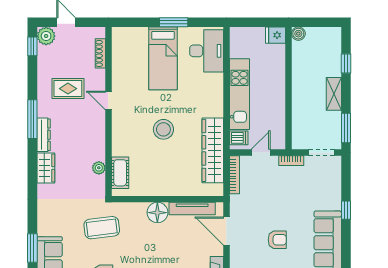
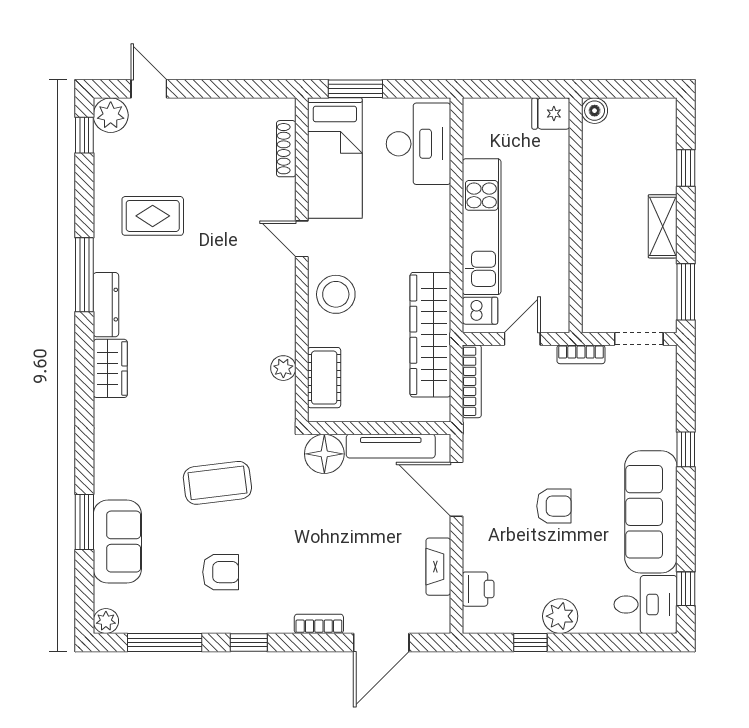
shoe rack: (100, 53) -> (286, 149), moved
door: (108, 100) -> (302, 239), moved
wall: (108, 111) -> (302, 260), moved
plant: (99, 168) -> (283, 368), moved
cot: (120, 173) -> (324, 378), moved

